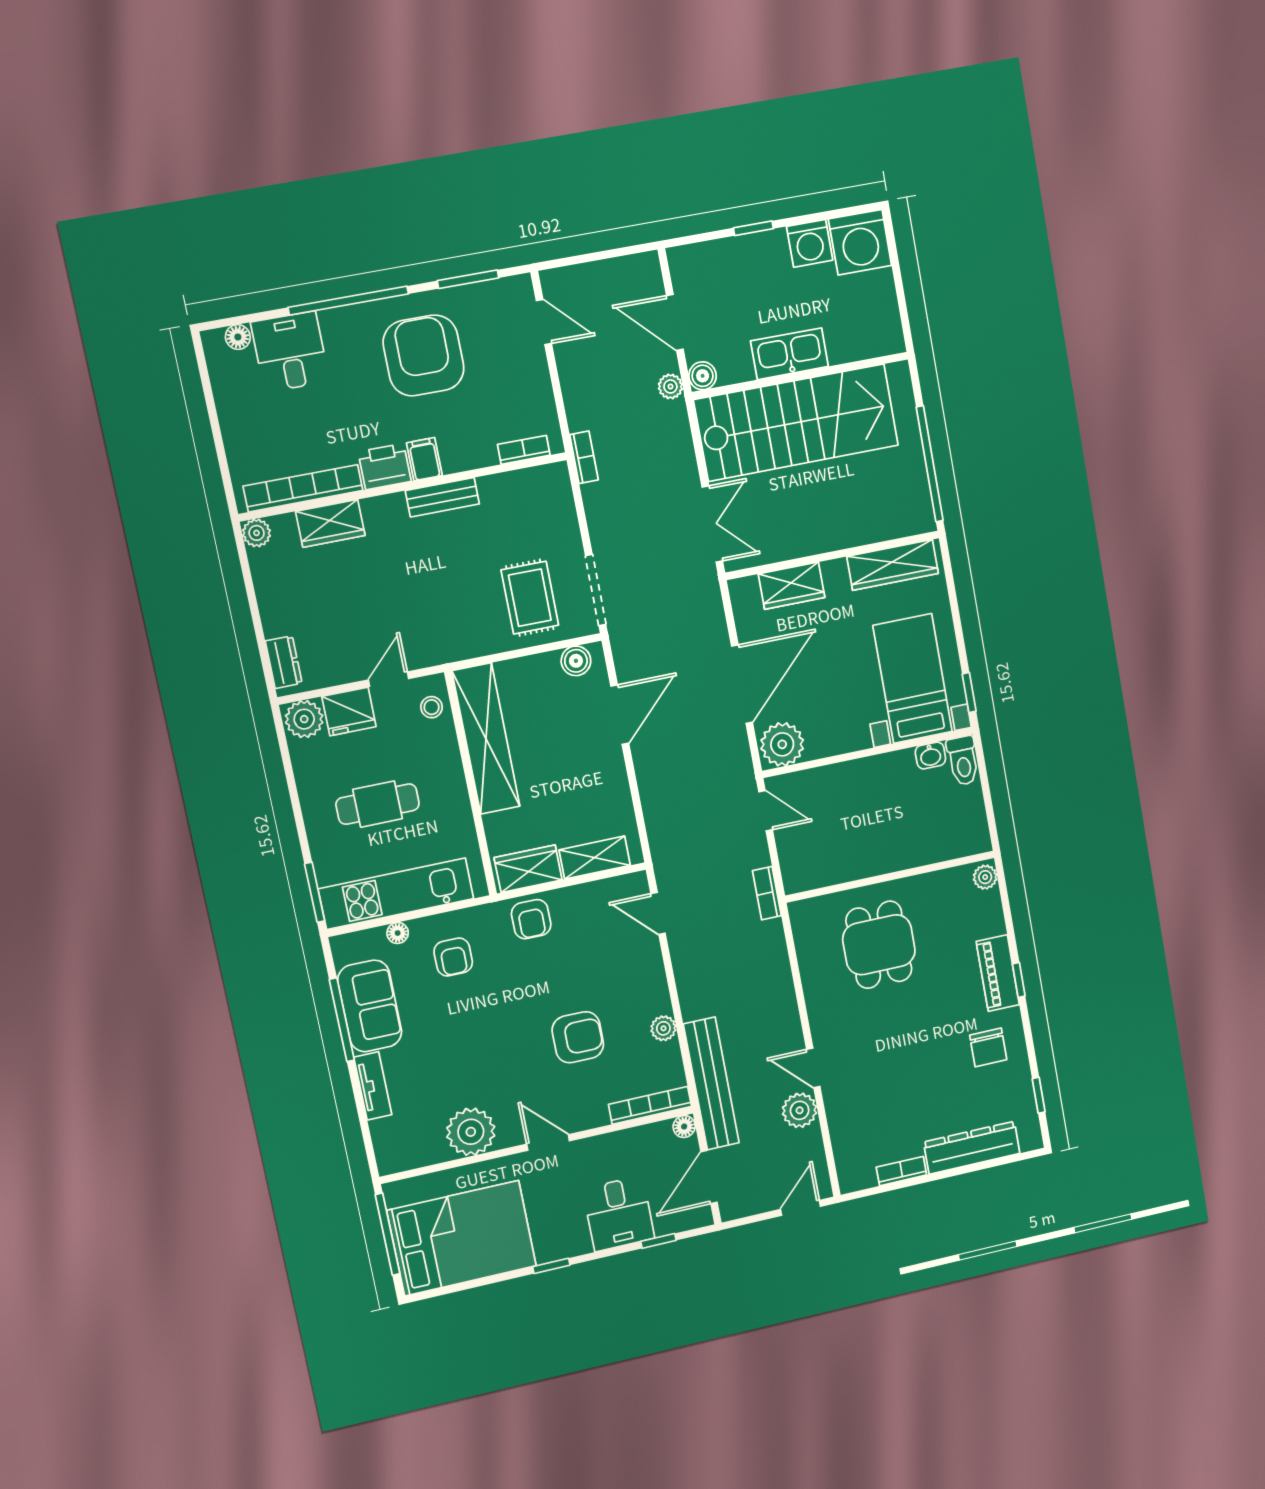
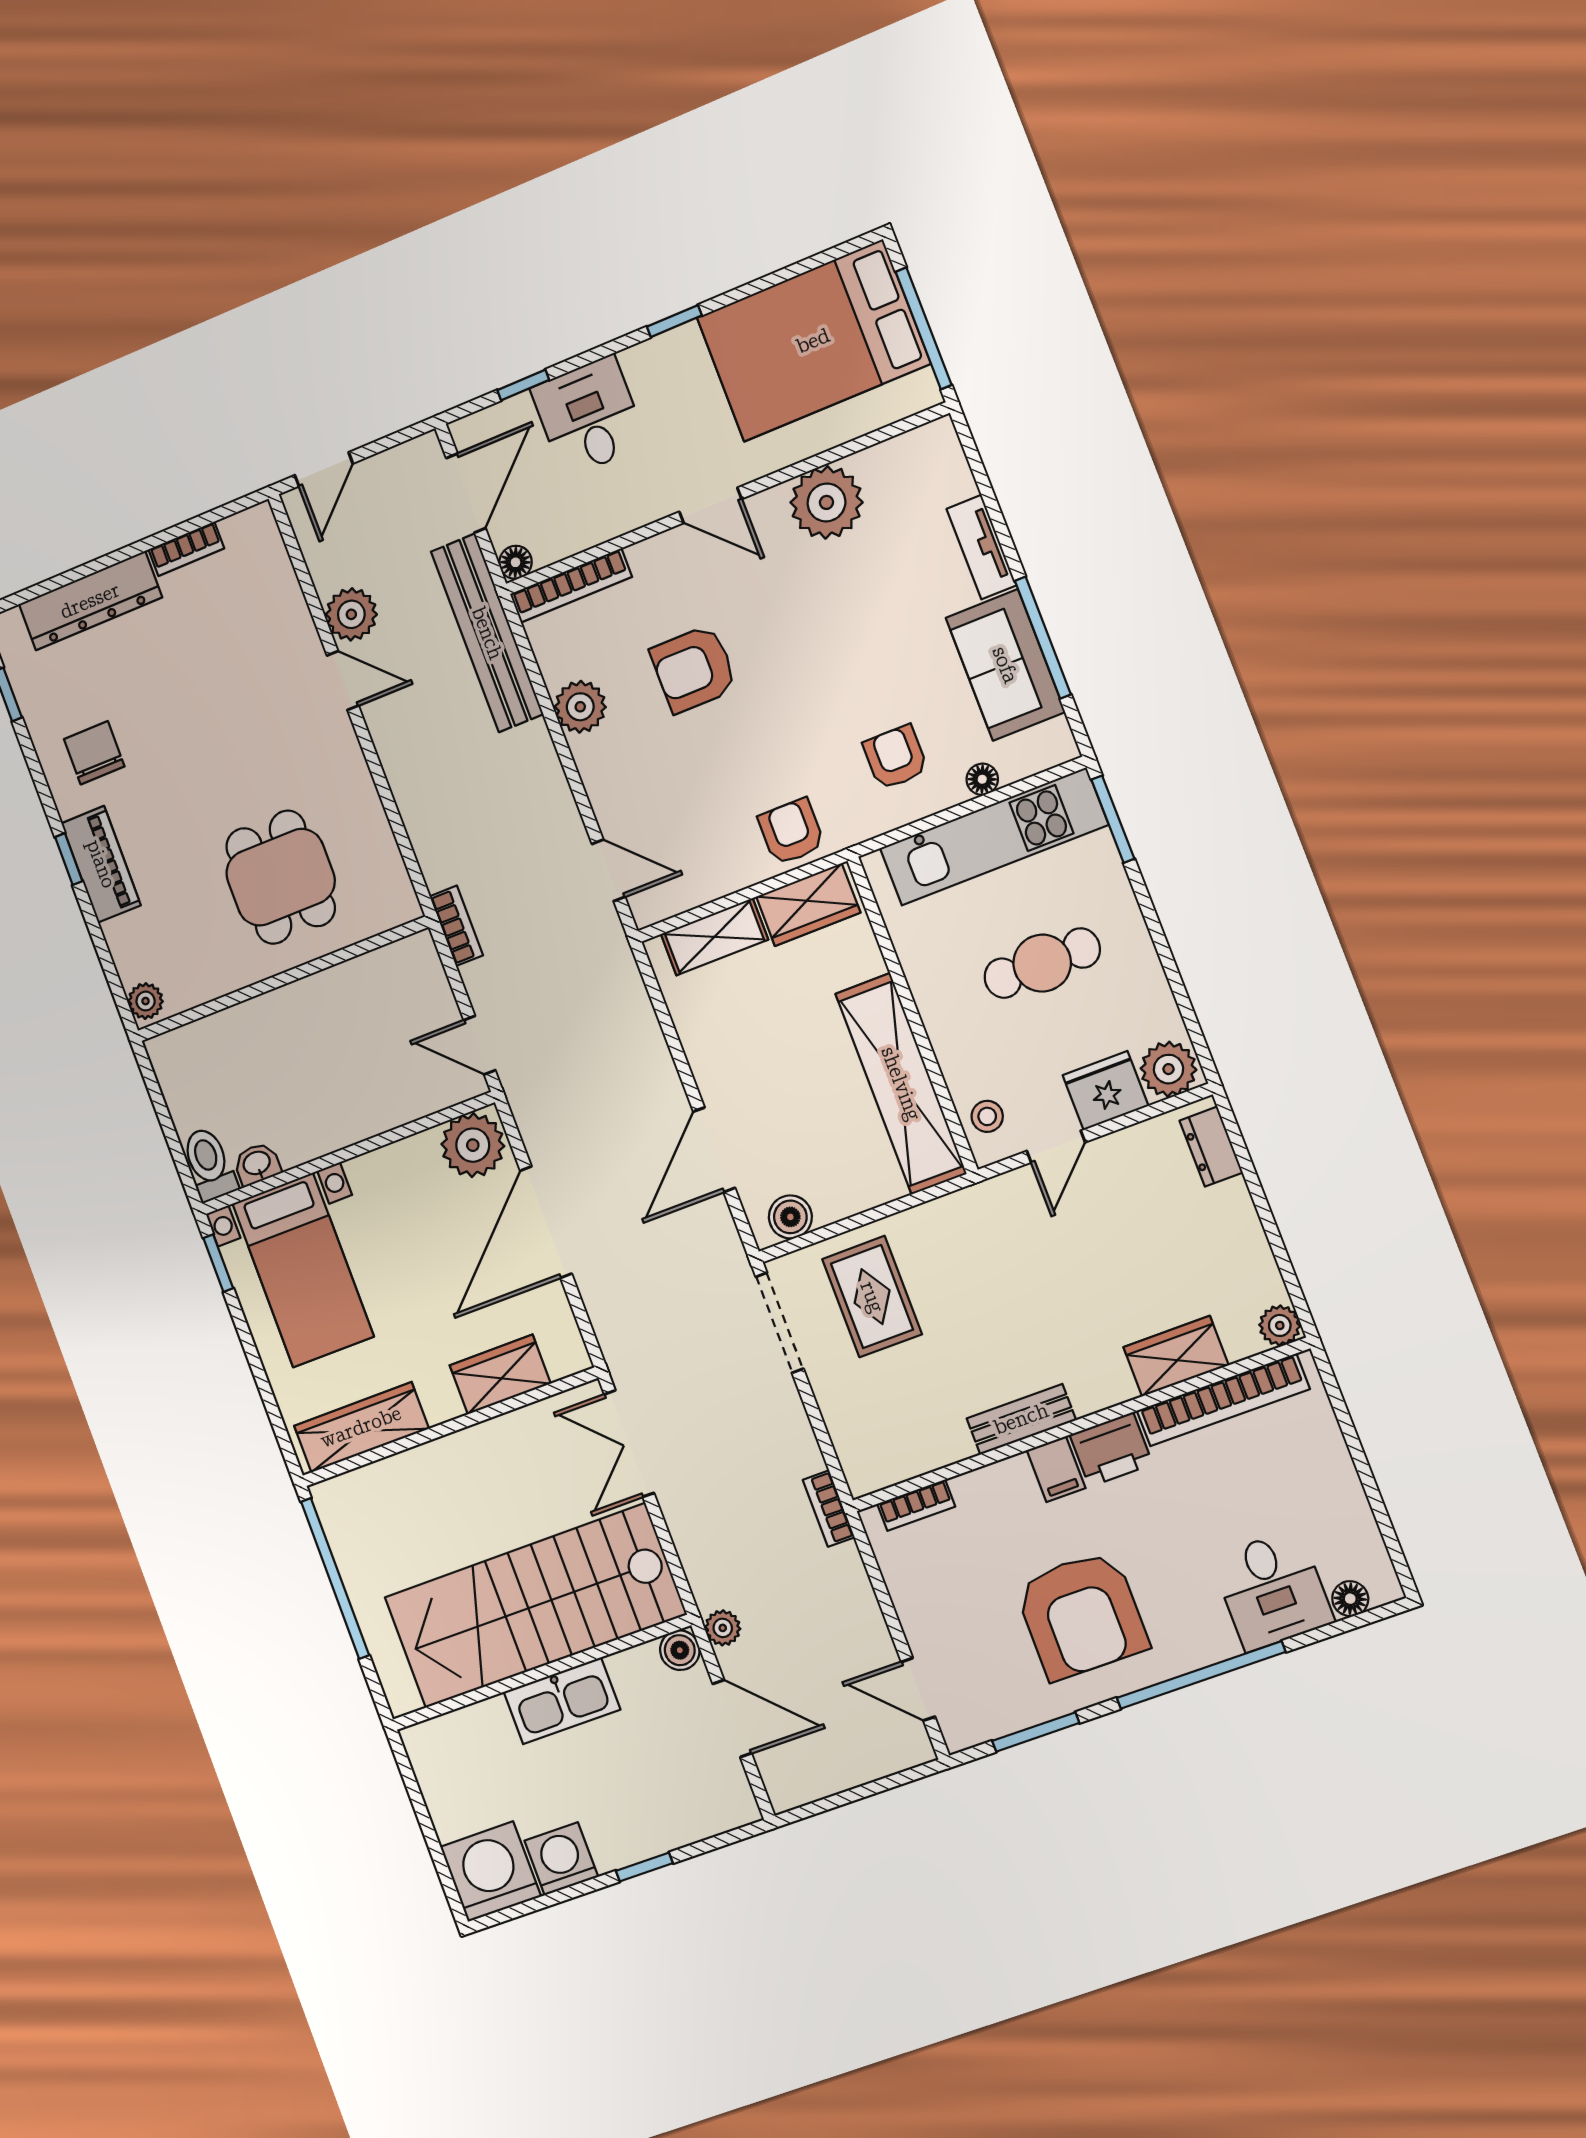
plant: (663, 1028) -> (580, 707), width x1.38, depth x1.38

